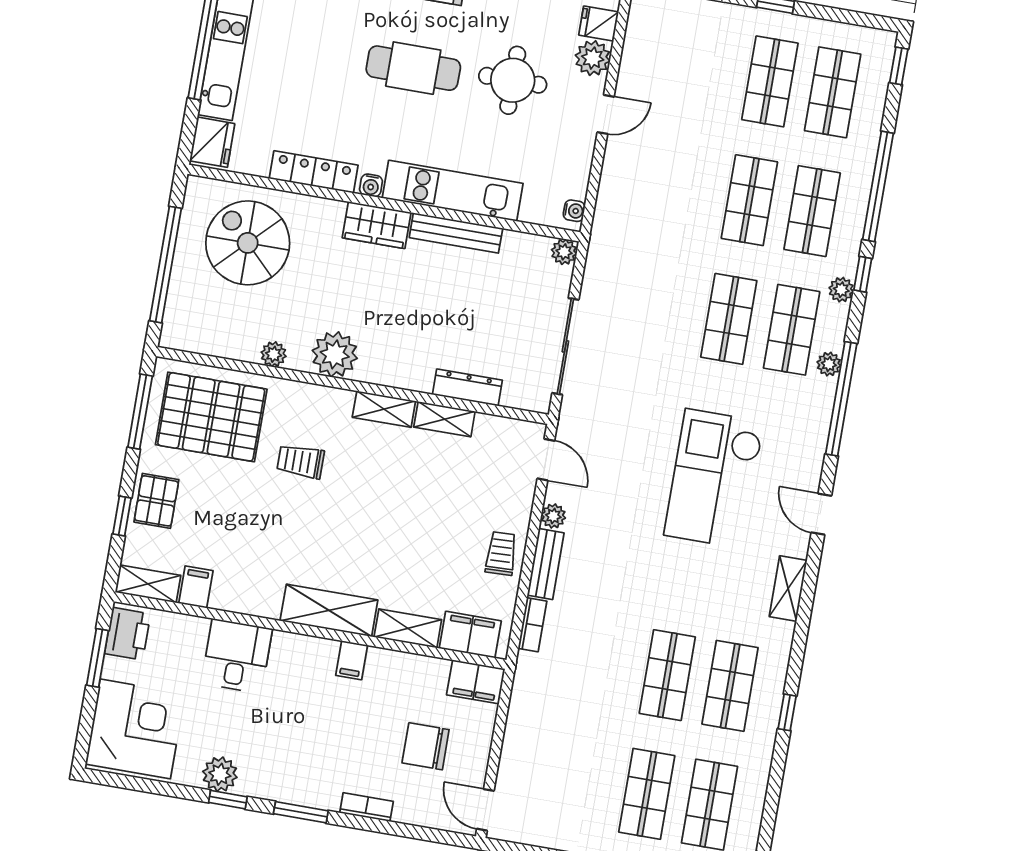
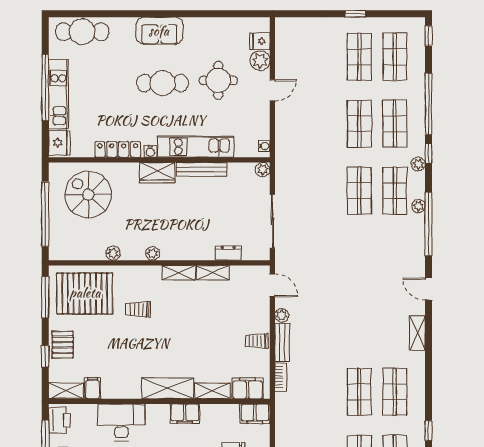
plant: (335, 354) -> (153, 253), width x0.53, depth x0.53
dresser: (467, 387) -> (228, 253), width x0.70
checkout: (714, 478) -> (366, 280), removed
trolley: (501, 553) -> (257, 341), turned -88
desk: (237, 656) -> (121, 422), width x1.37
filing cabinet: (352, 660) -> (185, 414), width x2.00
window: (787, 712) -> (429, 431), moved

